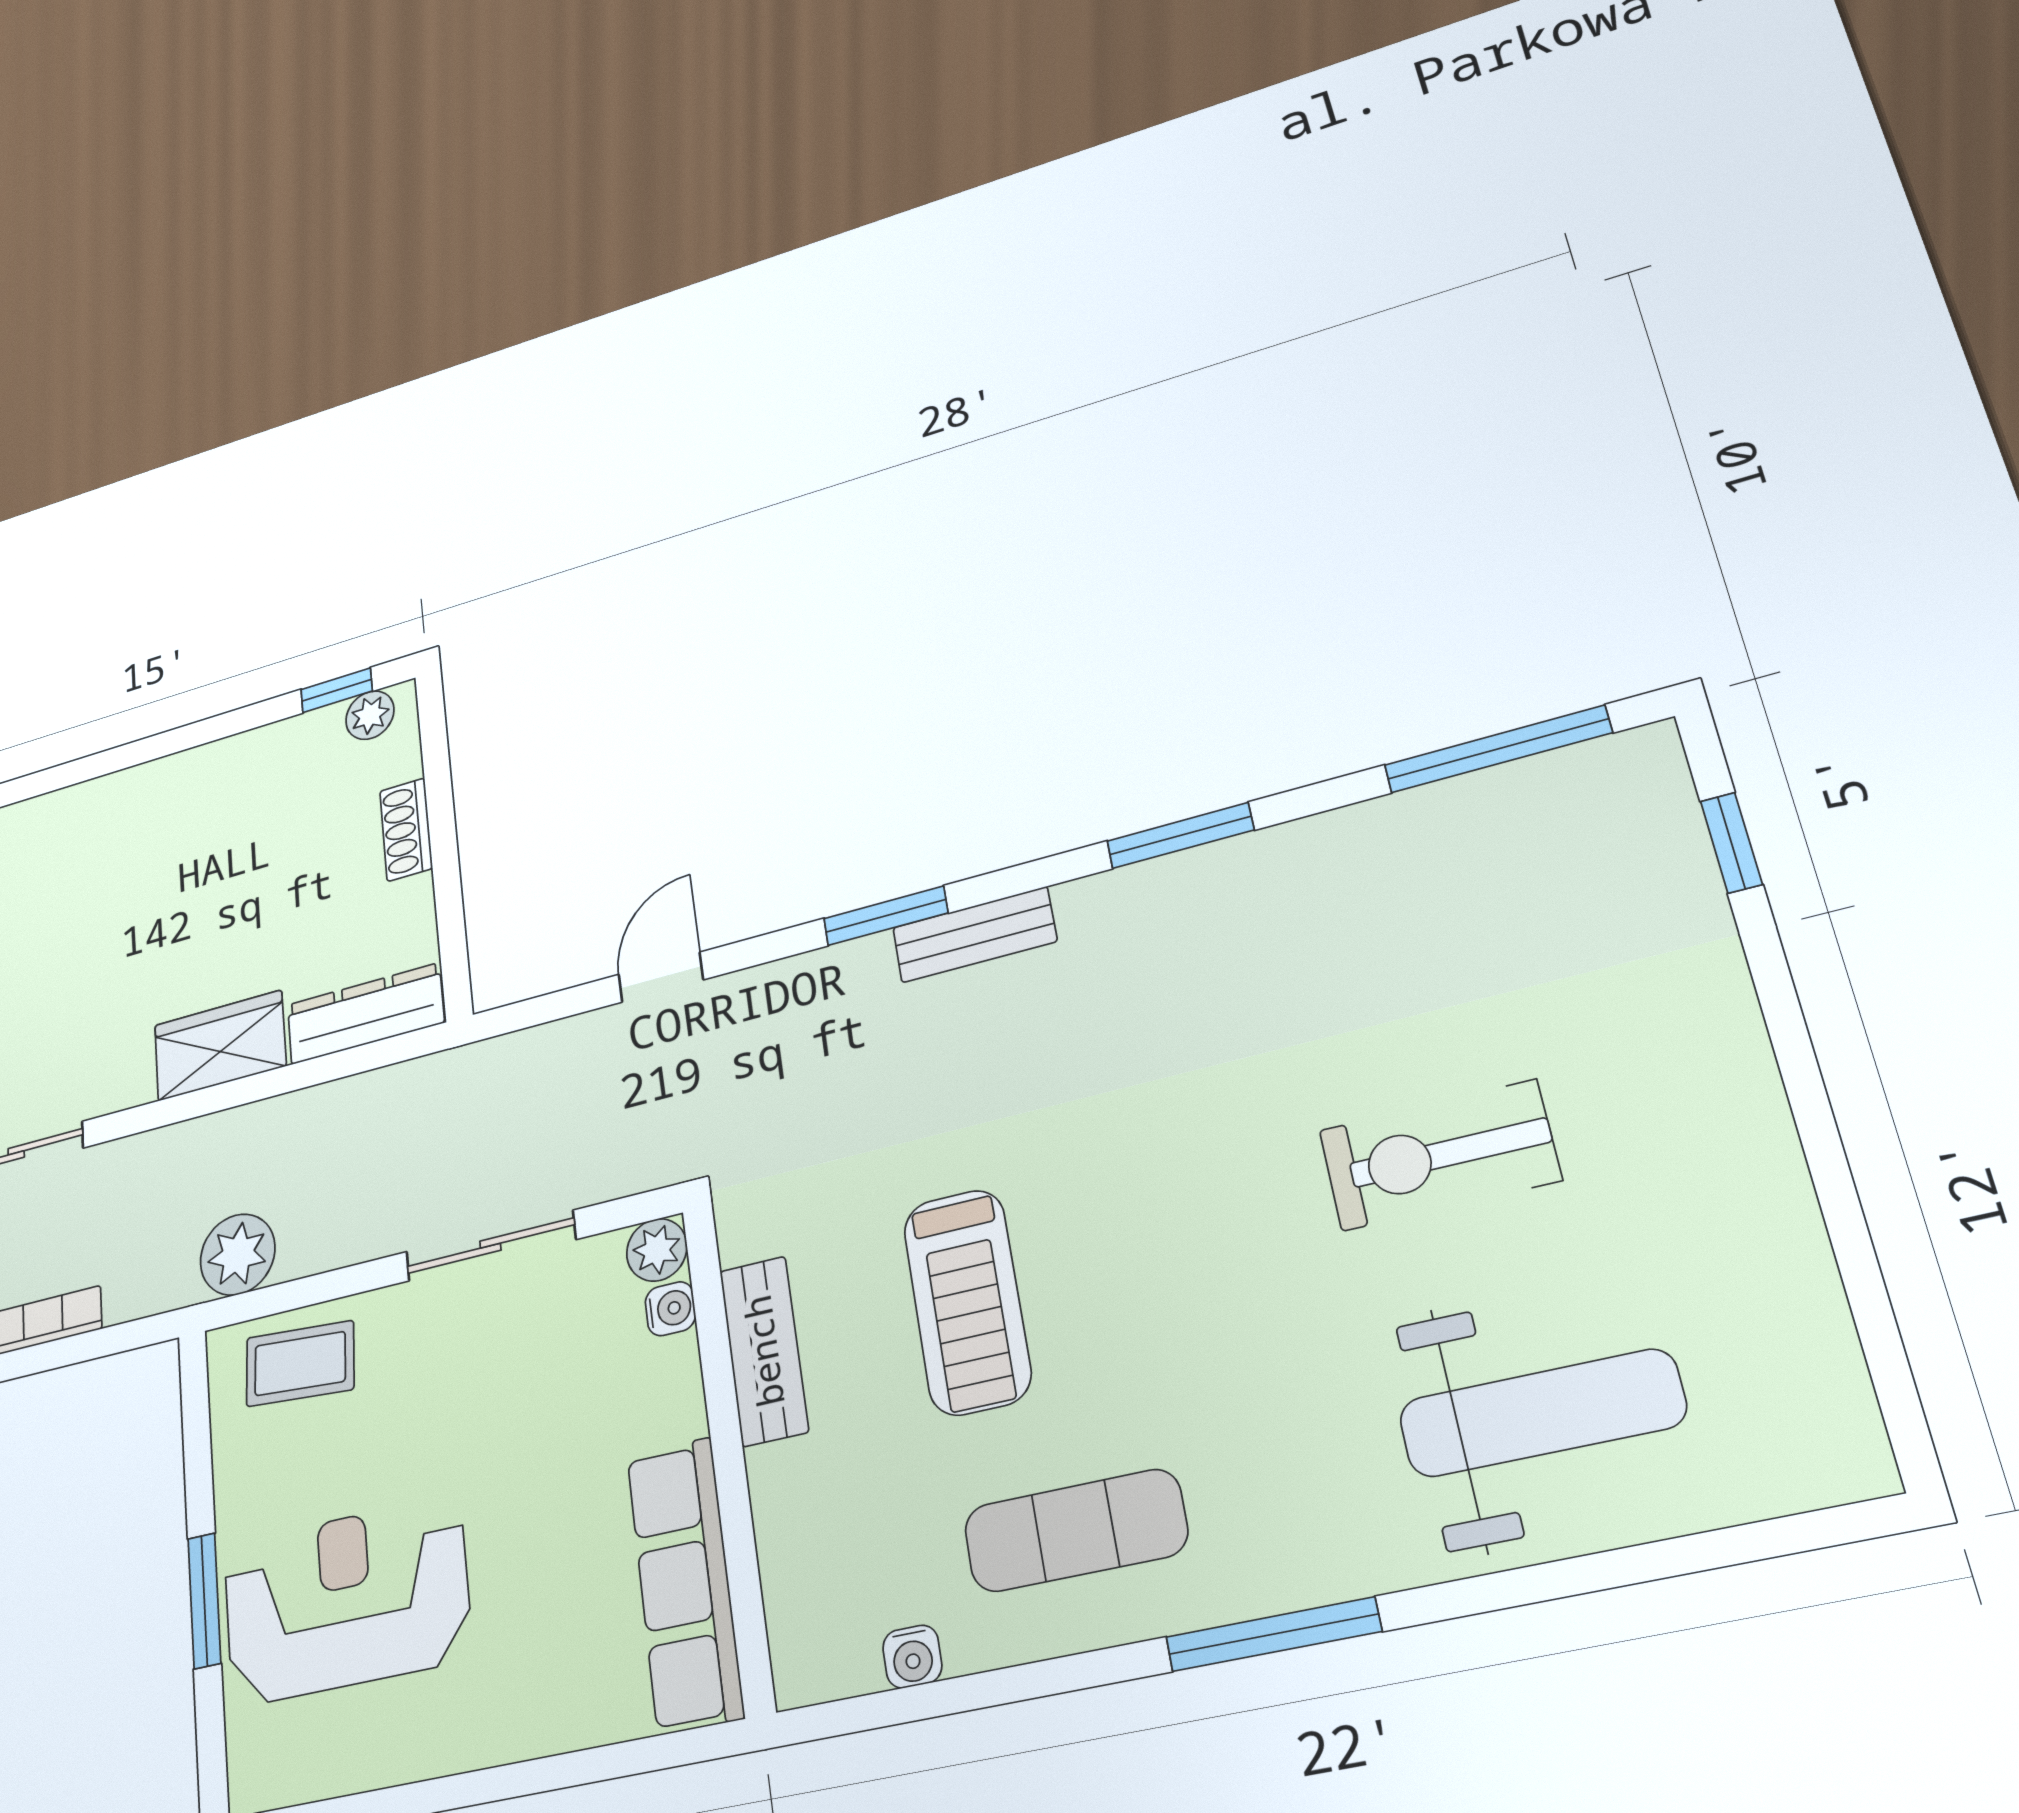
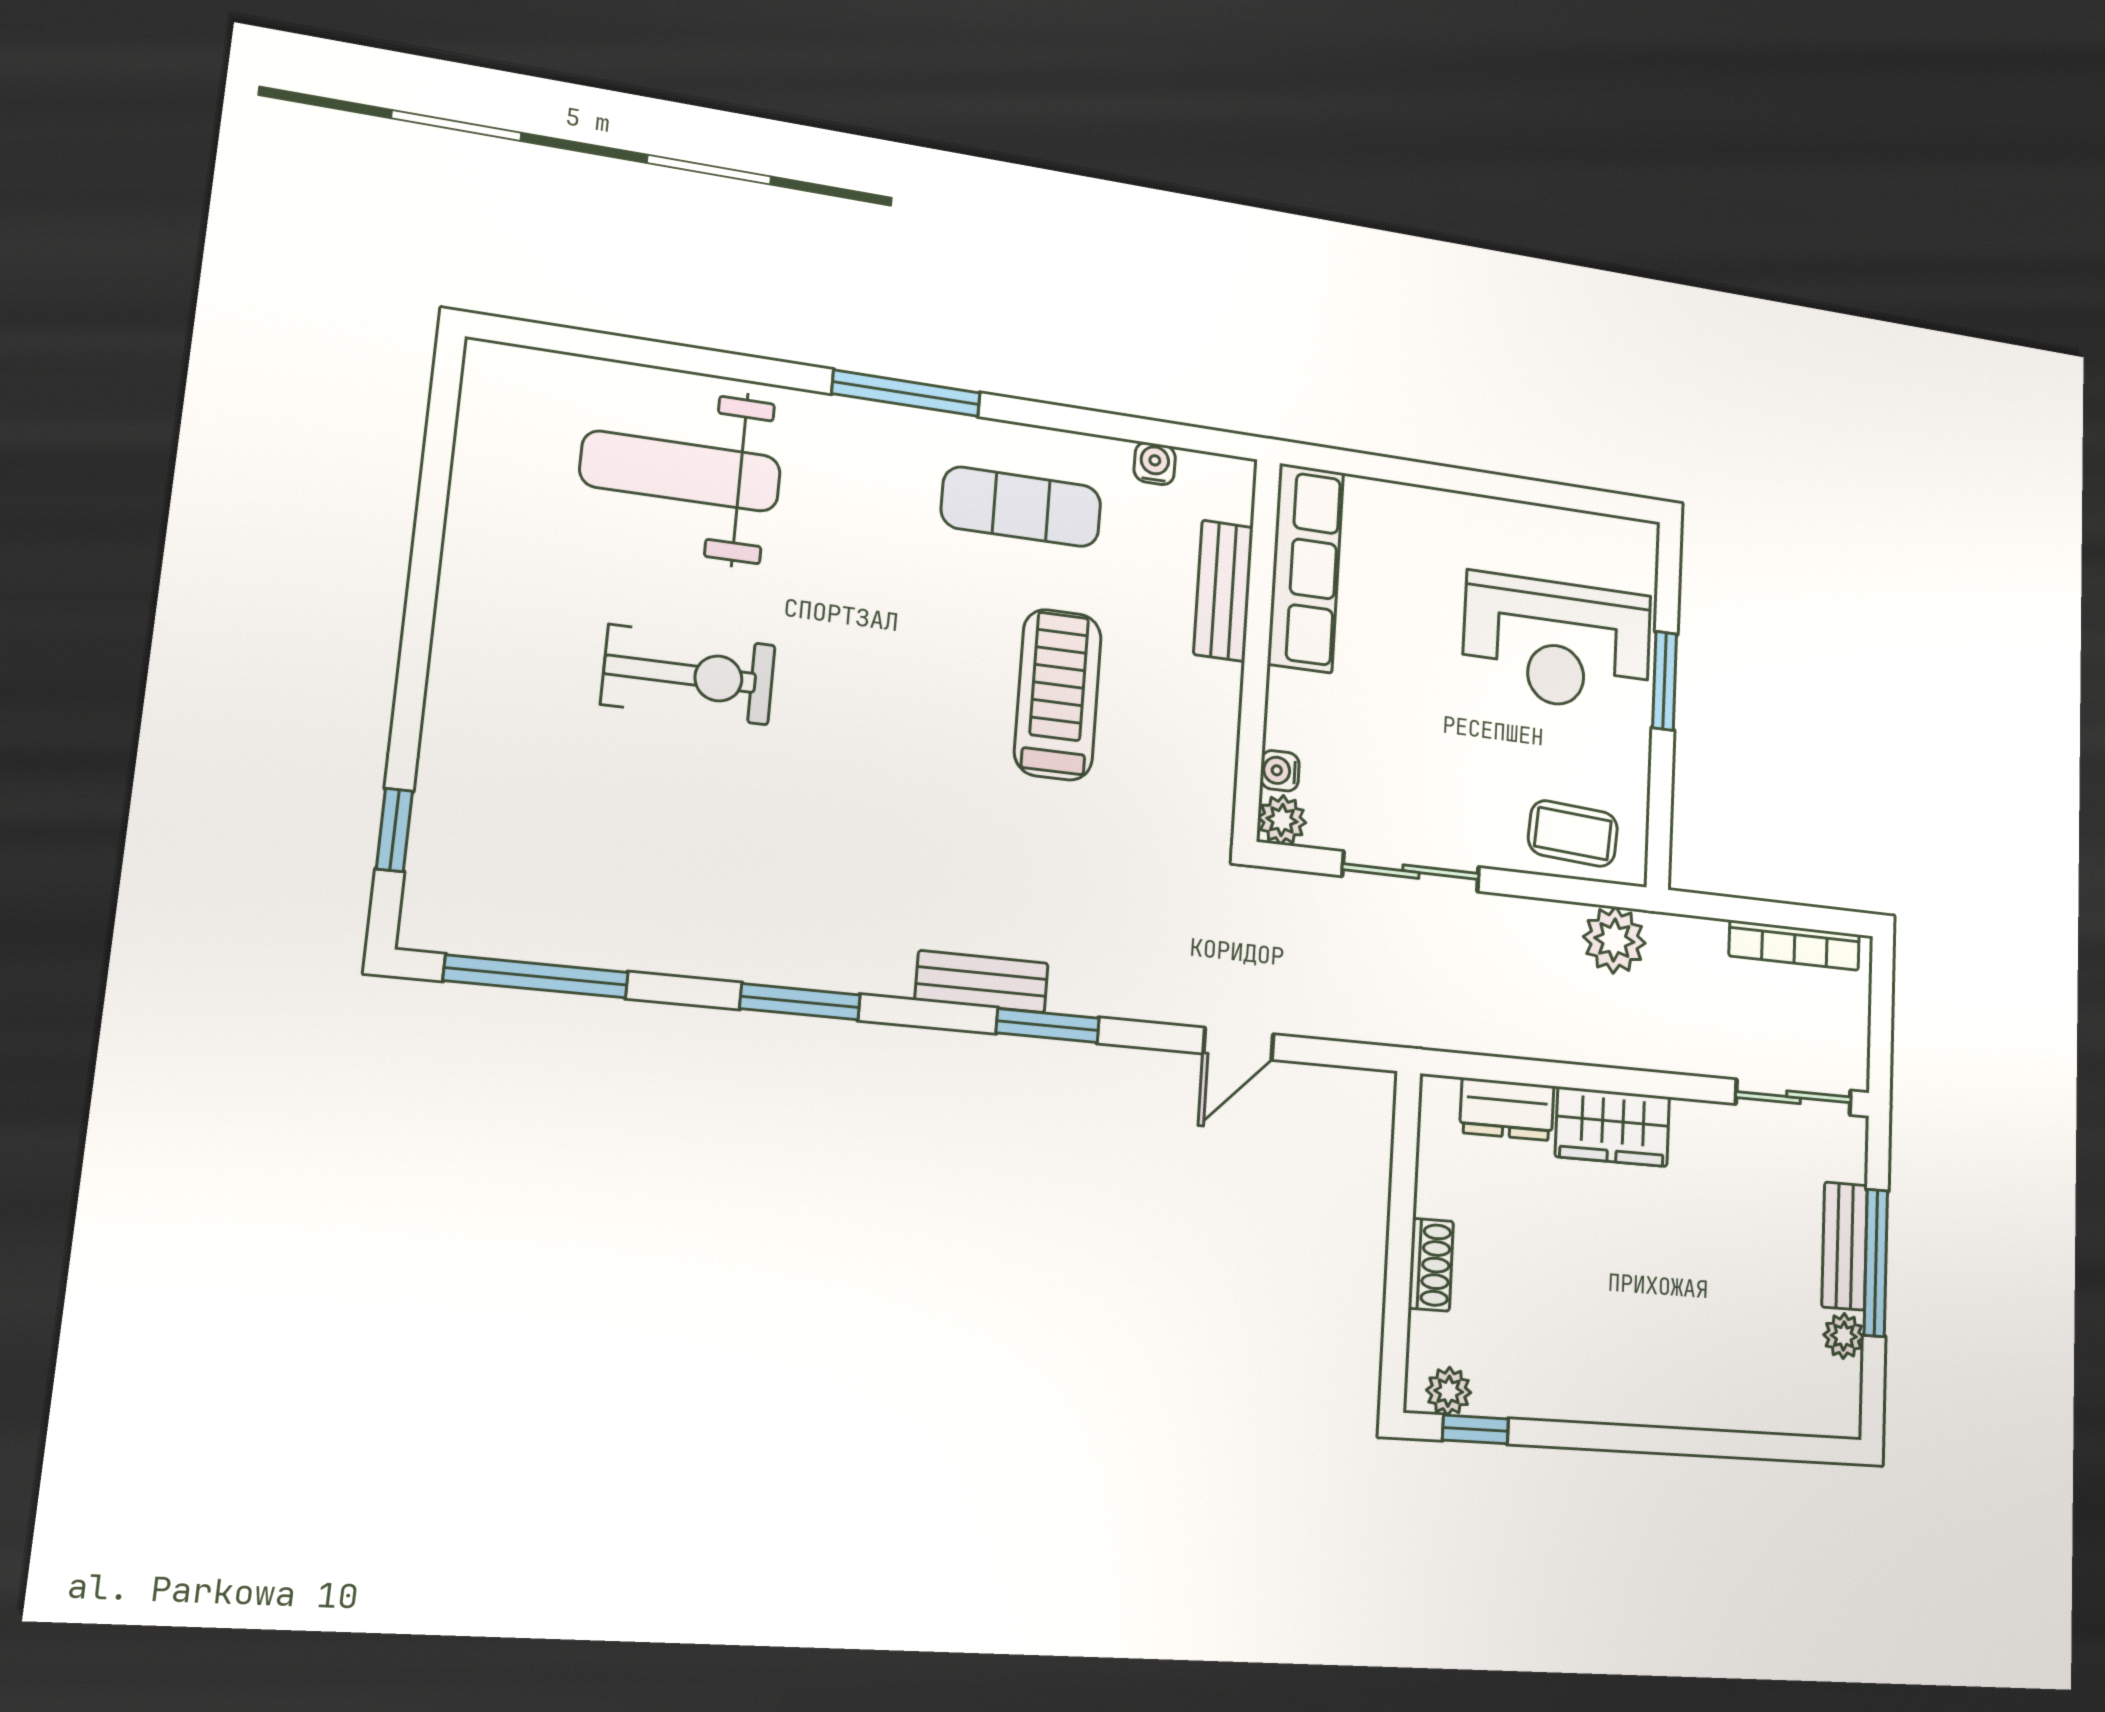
dresser: (365, 1014) -> (1507, 1109), width x0.70
bench: (764, 1351) -> (1223, 591), moved

